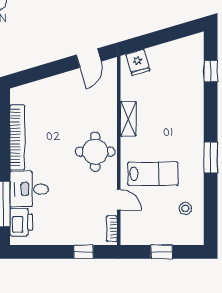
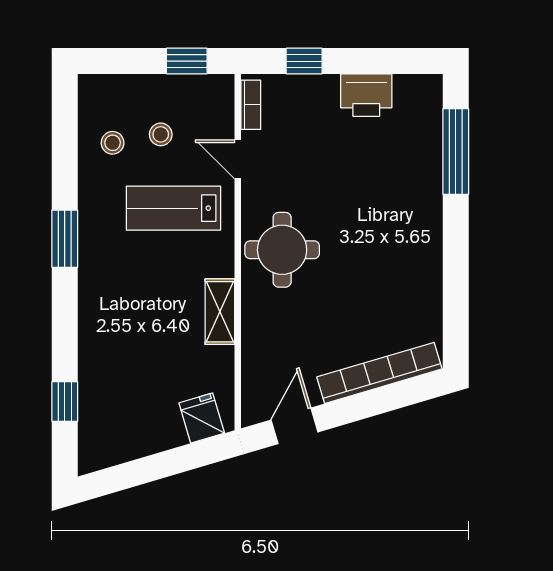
bookcase: (17, 137) -> (379, 373), moved, turned 74
desk: (29, 189) -> (407, 179), removed
stool: (160, 213) -> (161, 134), added
printer: (21, 222) -> (366, 95), moved, turned -90
window: (162, 252) -> (187, 61), moved

